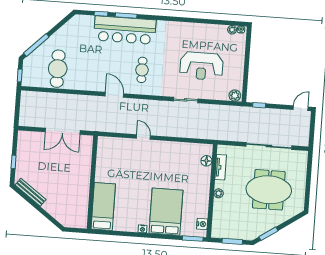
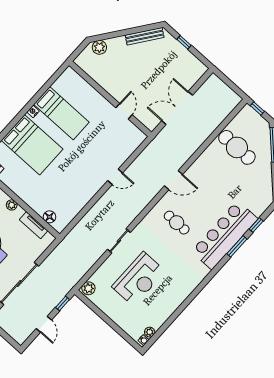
reception desk: (201, 66) -> (139, 279), turned 180
door: (301, 108) -> (44, 324), moved
door: (93, 166) -> (124, 111), added
bed: (103, 206) -> (61, 113), moved
plant: (62, 217) -> (99, 47), added

